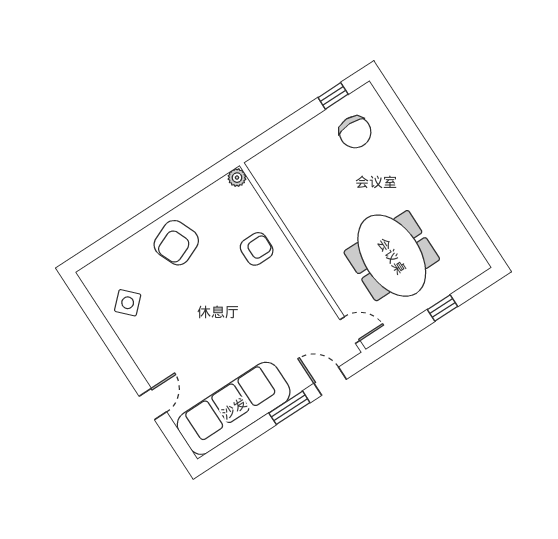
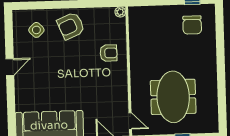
side table: (128, 303) -> (36, 30), moved
door: (153, 404) -> (10, 67), moved

